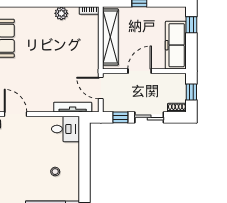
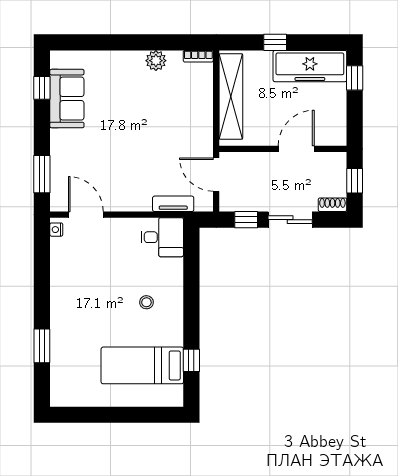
freezer: (176, 45) -> (310, 66), moved, turned -90
door: (140, 71) -> (296, 149), moved
tv unit: (73, 107) -> (173, 204), width x0.71

